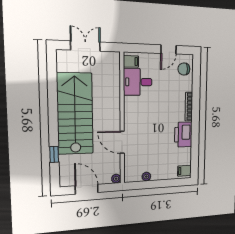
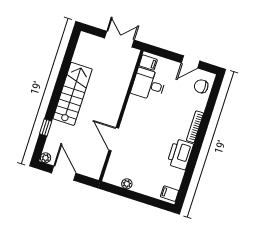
double door: (85, 46) -> (119, 39), moved
stairs: (75, 114) -> (73, 94), width x0.73, depth x0.66
plant: (116, 179) -> (45, 158), moved

